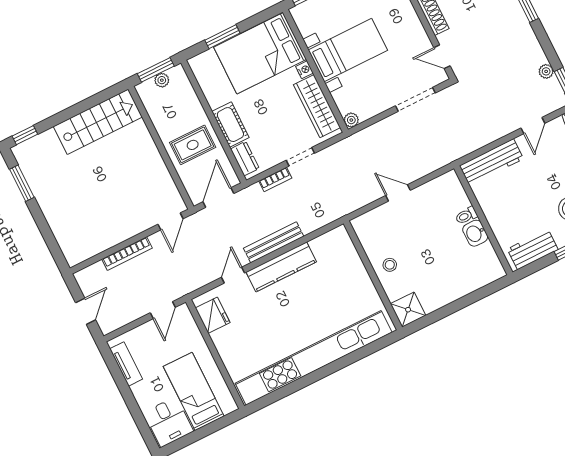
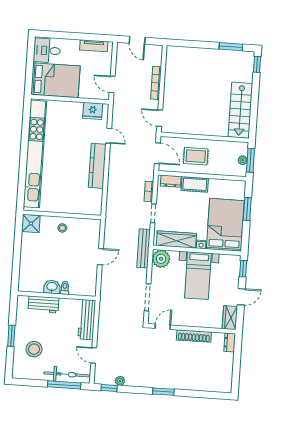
plant: (351, 120) -> (161, 259), width x1.87, depth x1.87
rug: (193, 145) -> (196, 156), turned 90
bench: (274, 242) -> (144, 248), moved
workbench: (533, 249) -> (43, 304), moved, turned 90
bed: (194, 391) -> (55, 80), width x1.50

